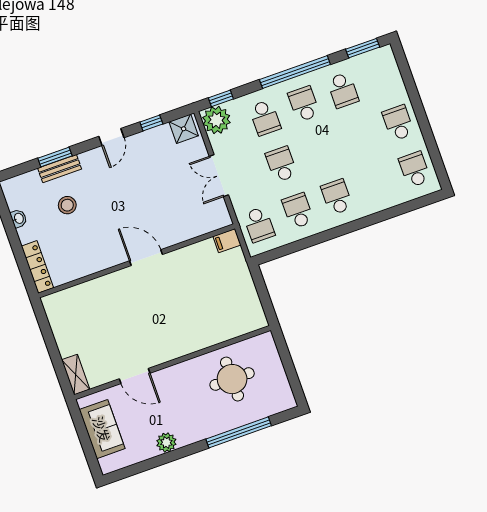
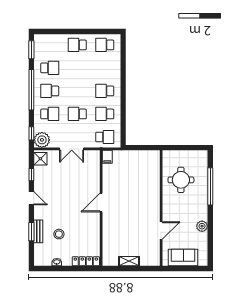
shelving: (76, 375) -> (129, 261), moved

